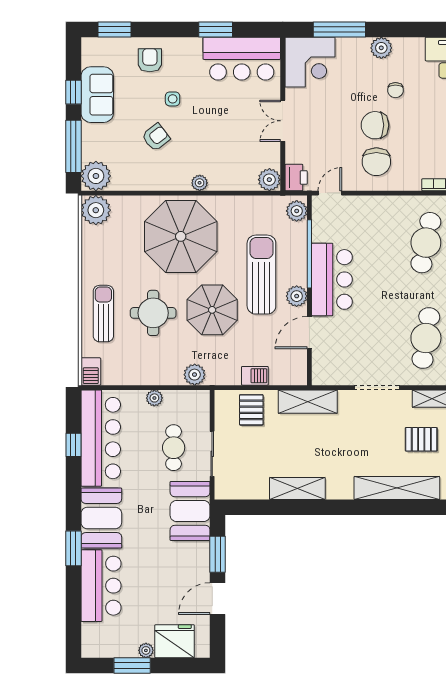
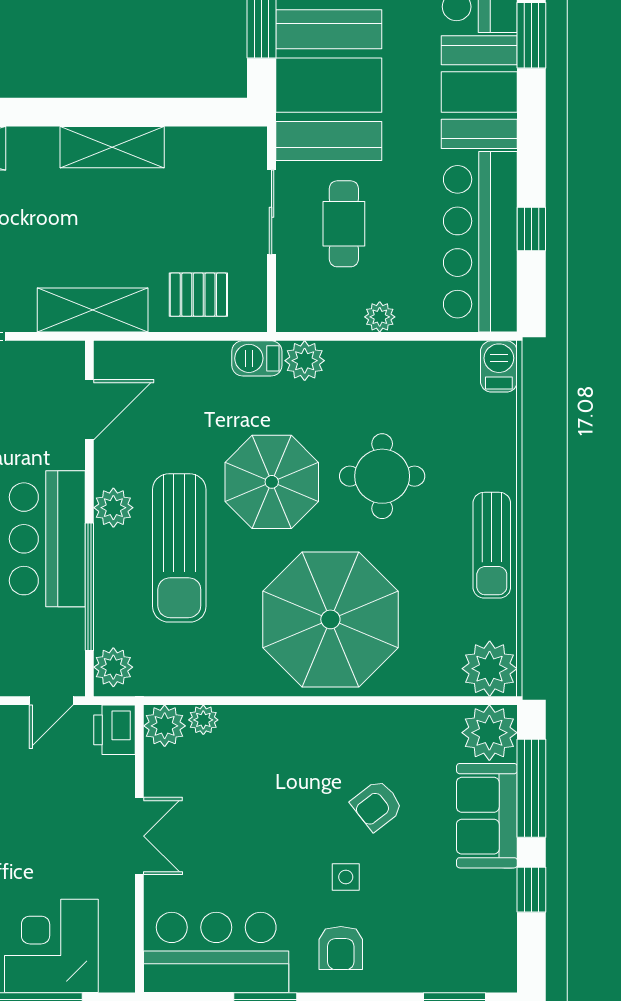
armchair: (150, 60) -> (341, 948), moved
corner desk: (310, 62) -> (51, 946), moved
sofa: (97, 95) -> (487, 816), moved
plant: (200, 183) -> (203, 720), moved
sun lounger: (103, 314) -> (492, 545), moved
door: (309, 333) -> (89, 410), moved
barbecue: (255, 376) -> (257, 358), moved
pallet: (251, 410) -> (198, 295), turned 90
booth: (190, 511) -> (329, 85), width x1.36, depth x1.42

